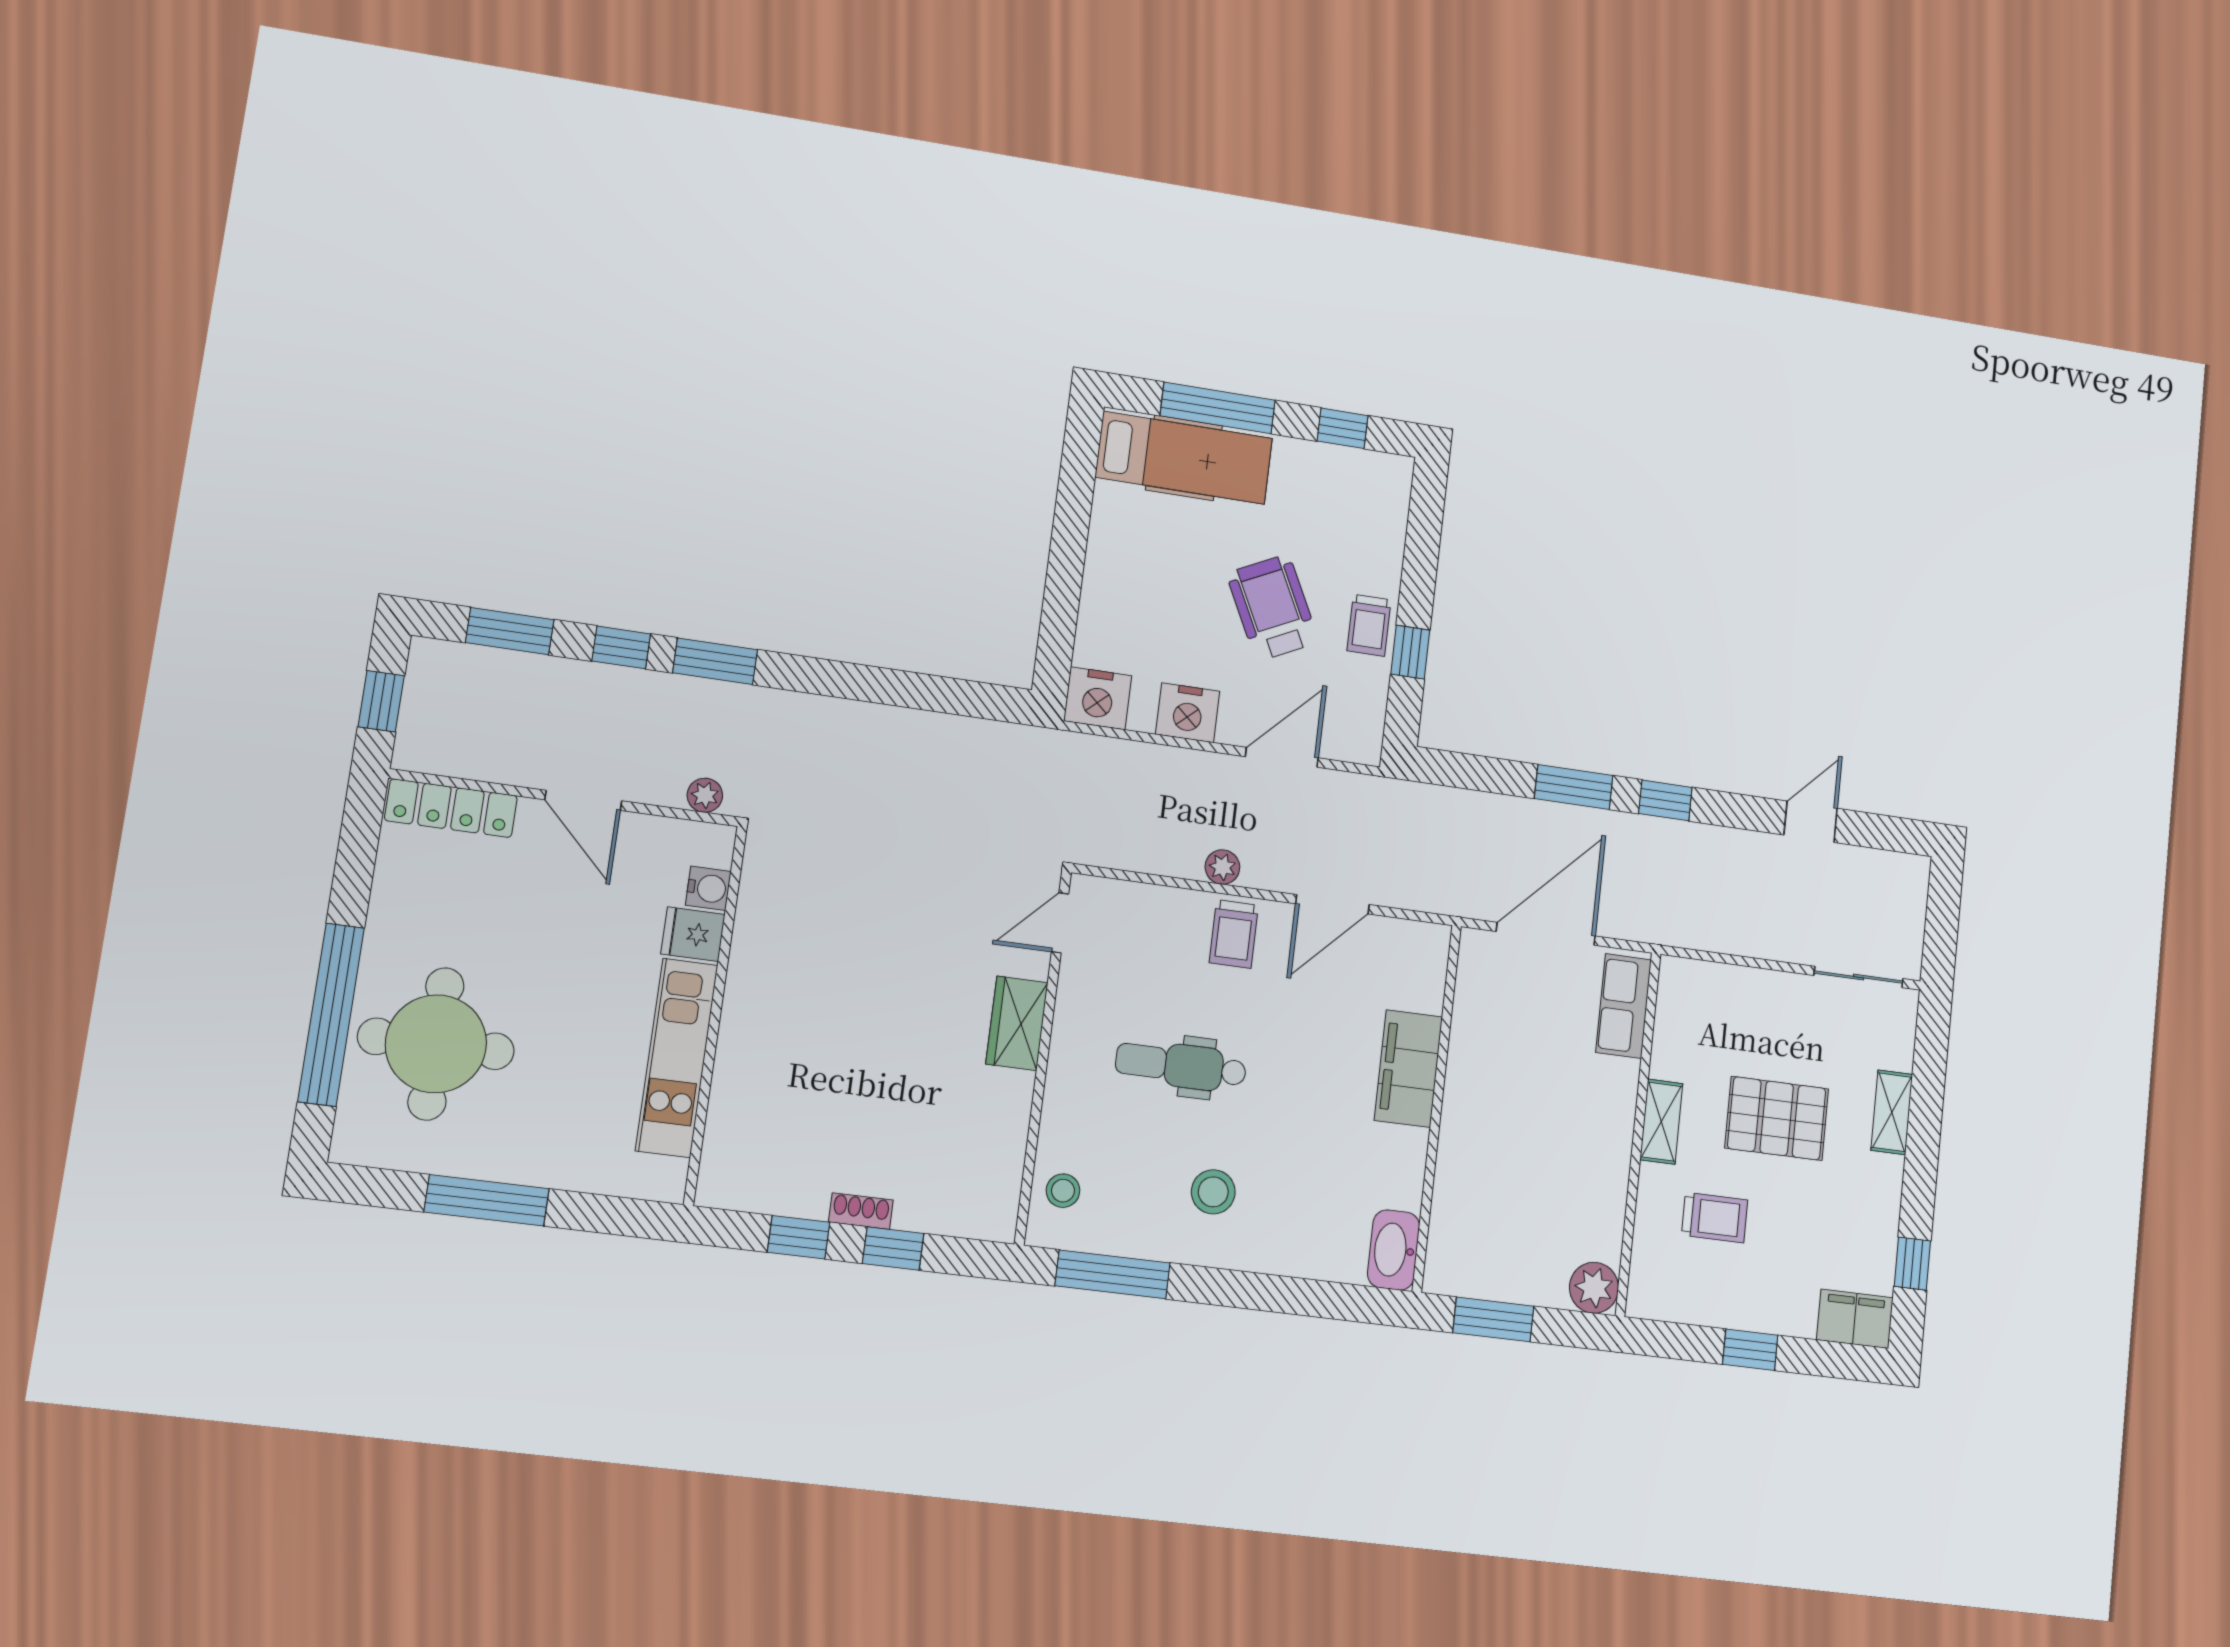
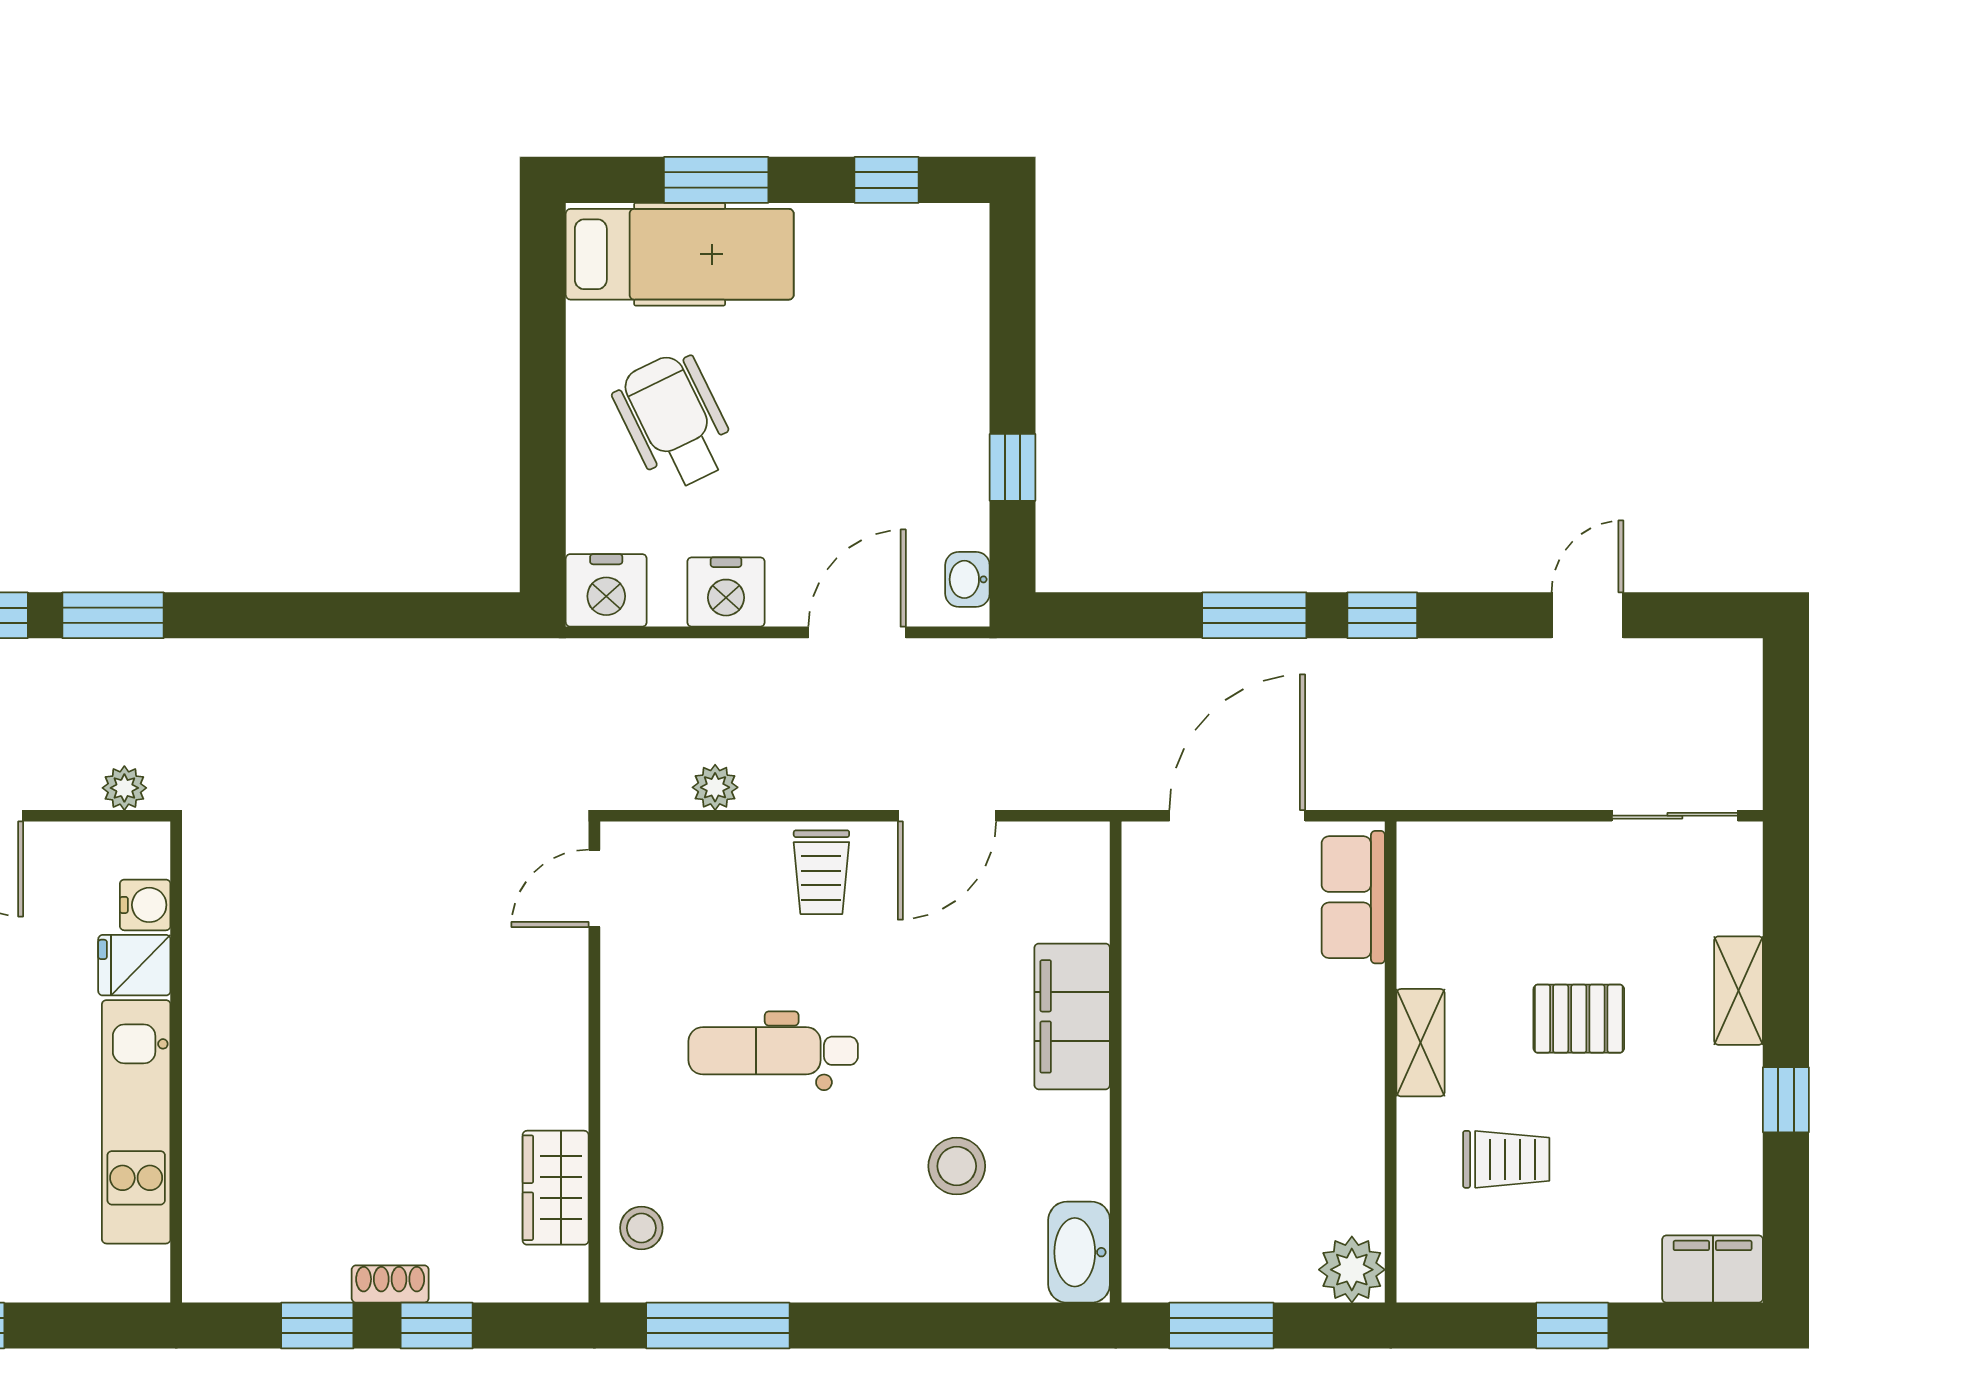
window: (1218, 408) -> (716, 180), width x0.69
wheelchair: (1273, 608) -> (674, 421), moved
trolley: (1369, 625) -> (953, 440), removed
washbasin: (1368, 730) -> (967, 579), added
plant: (1222, 867) -> (715, 787), moved
wardrobe: (1017, 1023) -> (556, 1188), moved
pallet: (1777, 1118) -> (1579, 1019), width x0.67, depth x0.71
stool: (1213, 1192) -> (957, 1166), moved
window: (1912, 1264) -> (1786, 1100), moved

